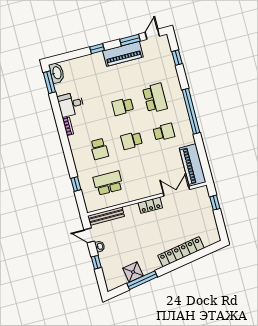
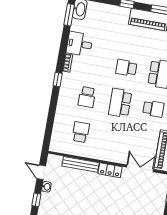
school desk: (132, 141) -> (120, 103), width x1.85
school desk: (108, 183) -> (81, 132), width x0.54
window: (76, 184) -> (58, 79), moved
bench: (106, 216) -> (81, 164), moved

